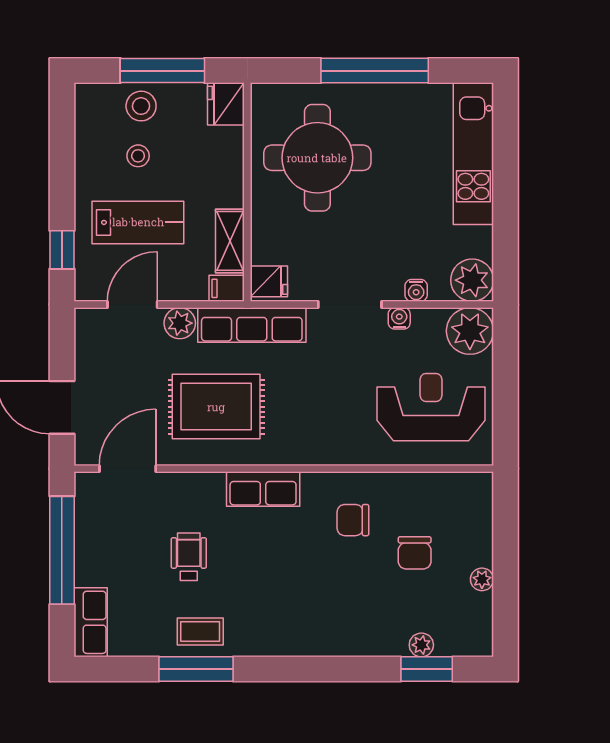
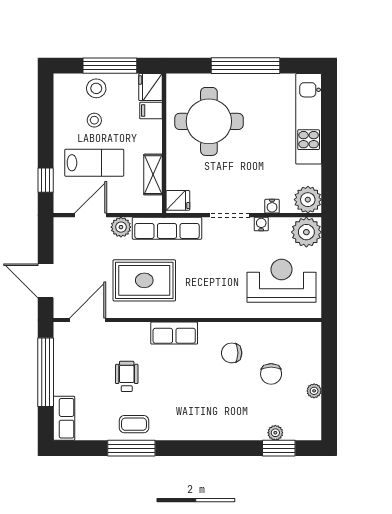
filing cabinet: (227, 288) -> (151, 111), moved

